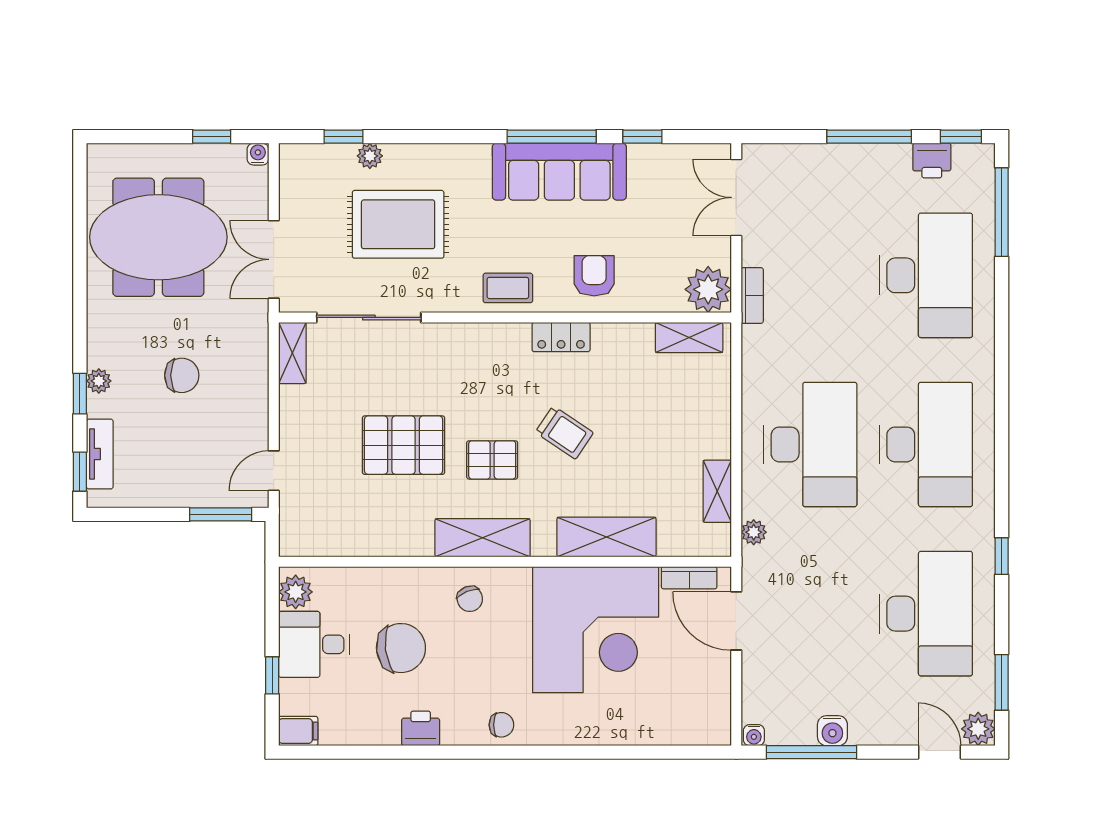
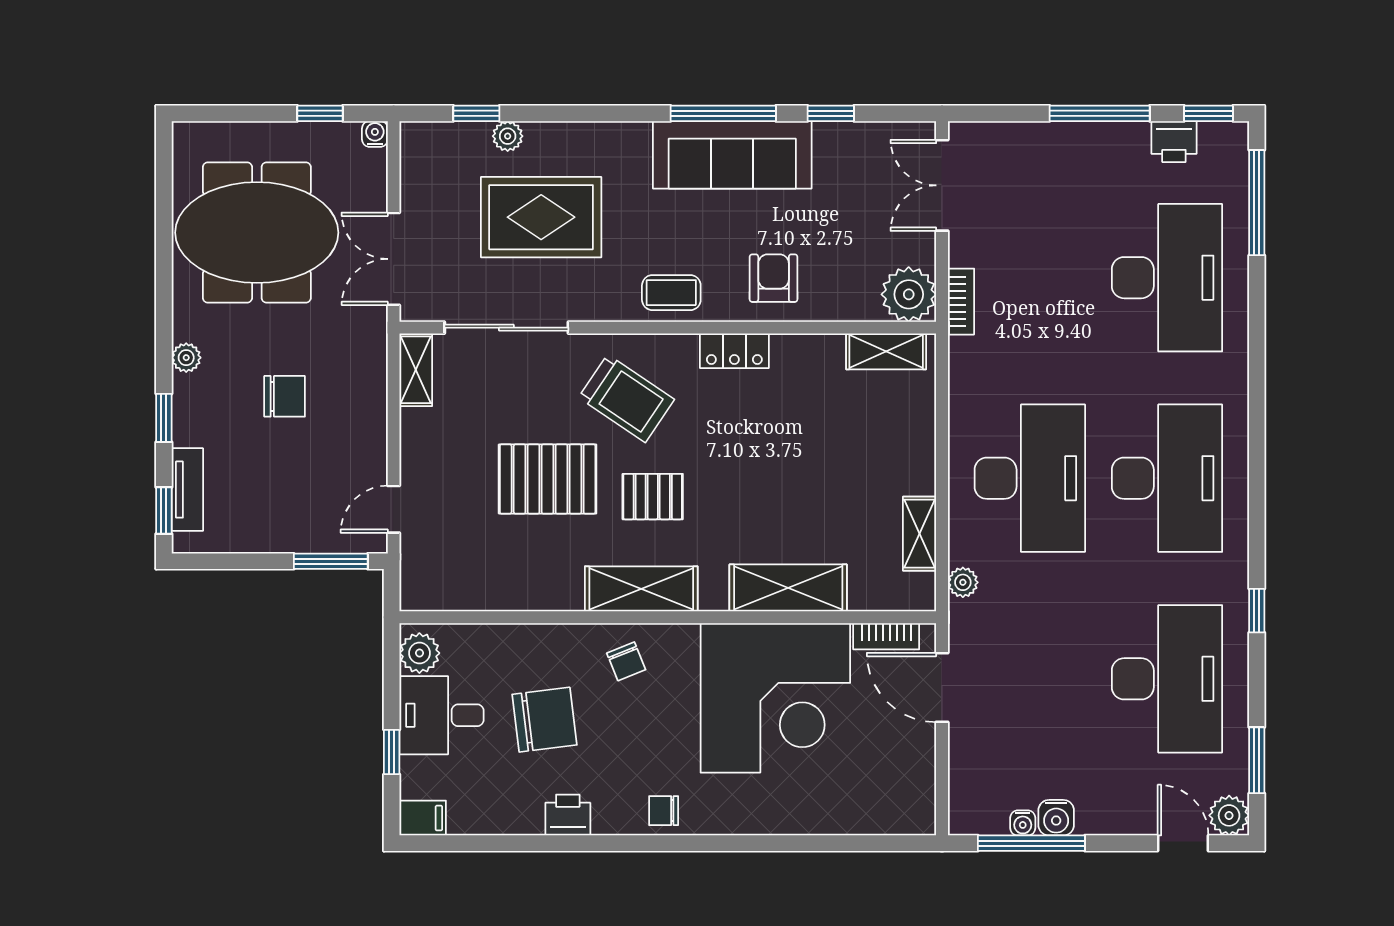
plant: (99, 381) -> (186, 358), moved
trolley: (564, 432) -> (626, 398), moved, width x1.36, depth x1.39
chair: (501, 725) -> (664, 811), turned 180
water cooler: (754, 735) -> (1023, 823), moved

